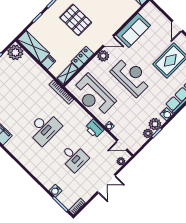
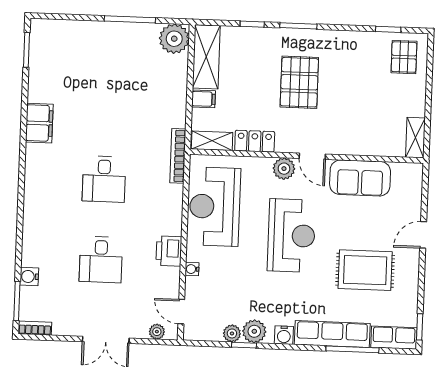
desk: (44, 128) -> (104, 179), width x0.73

